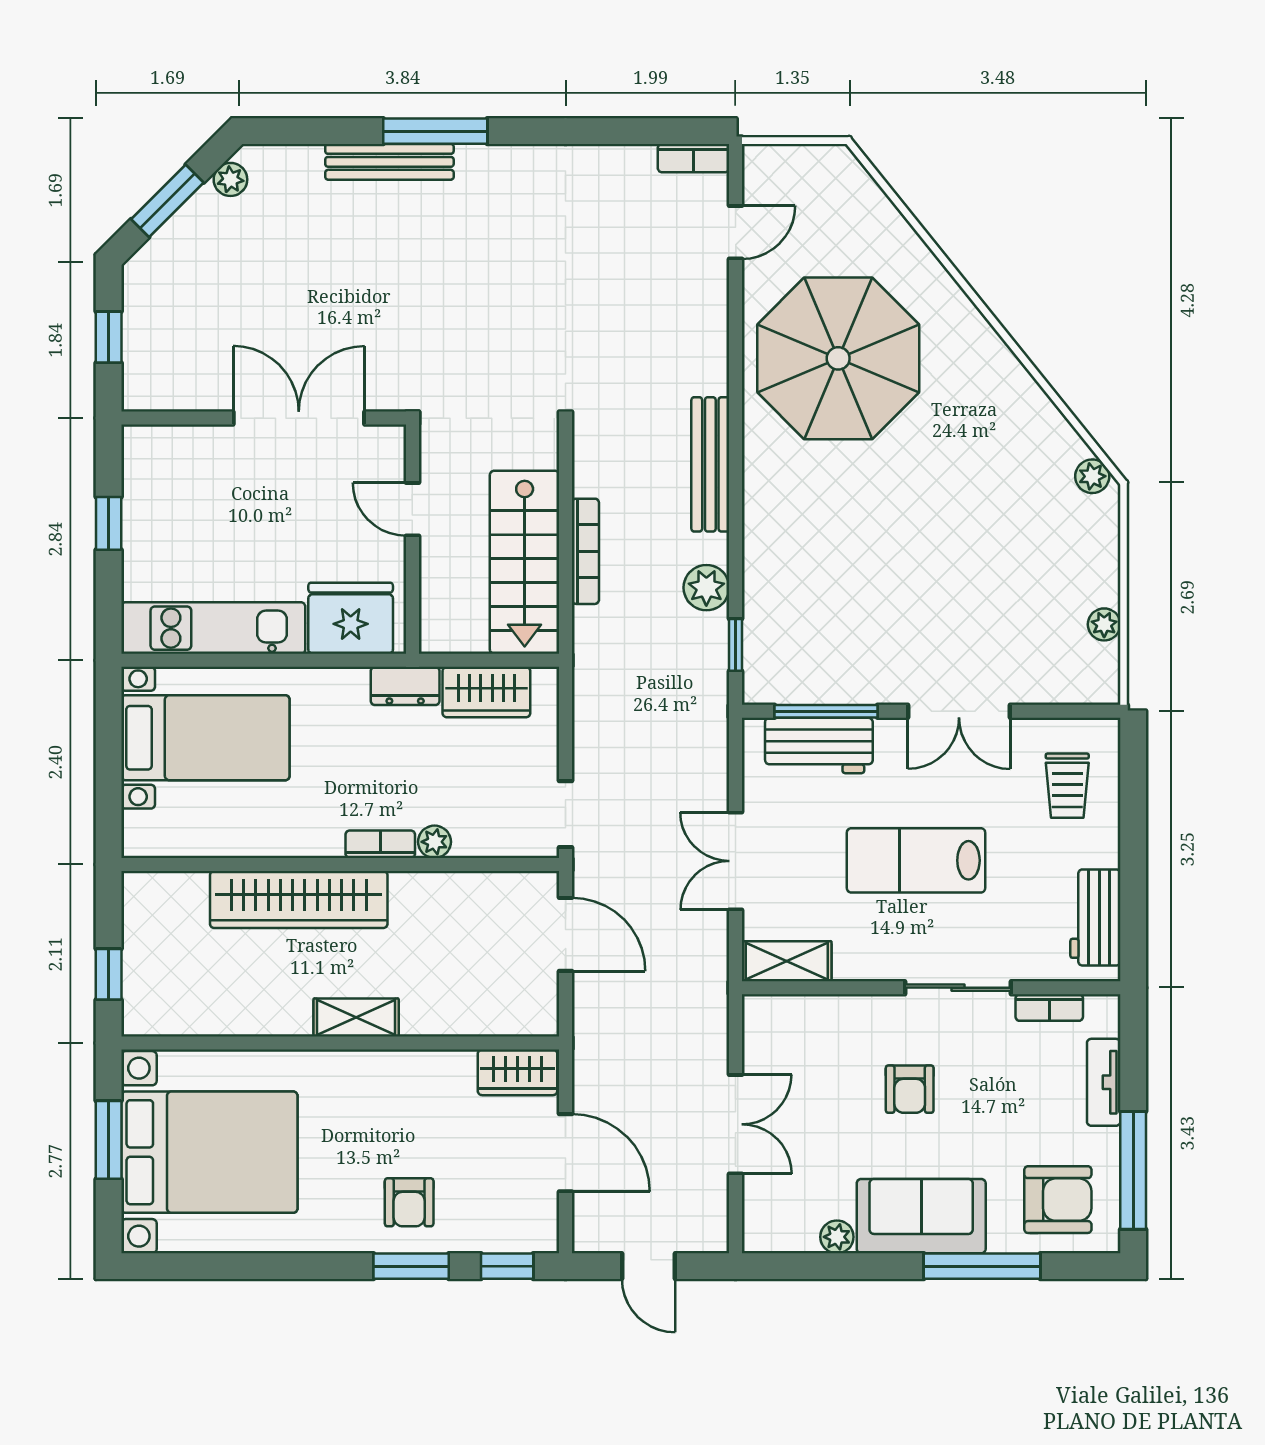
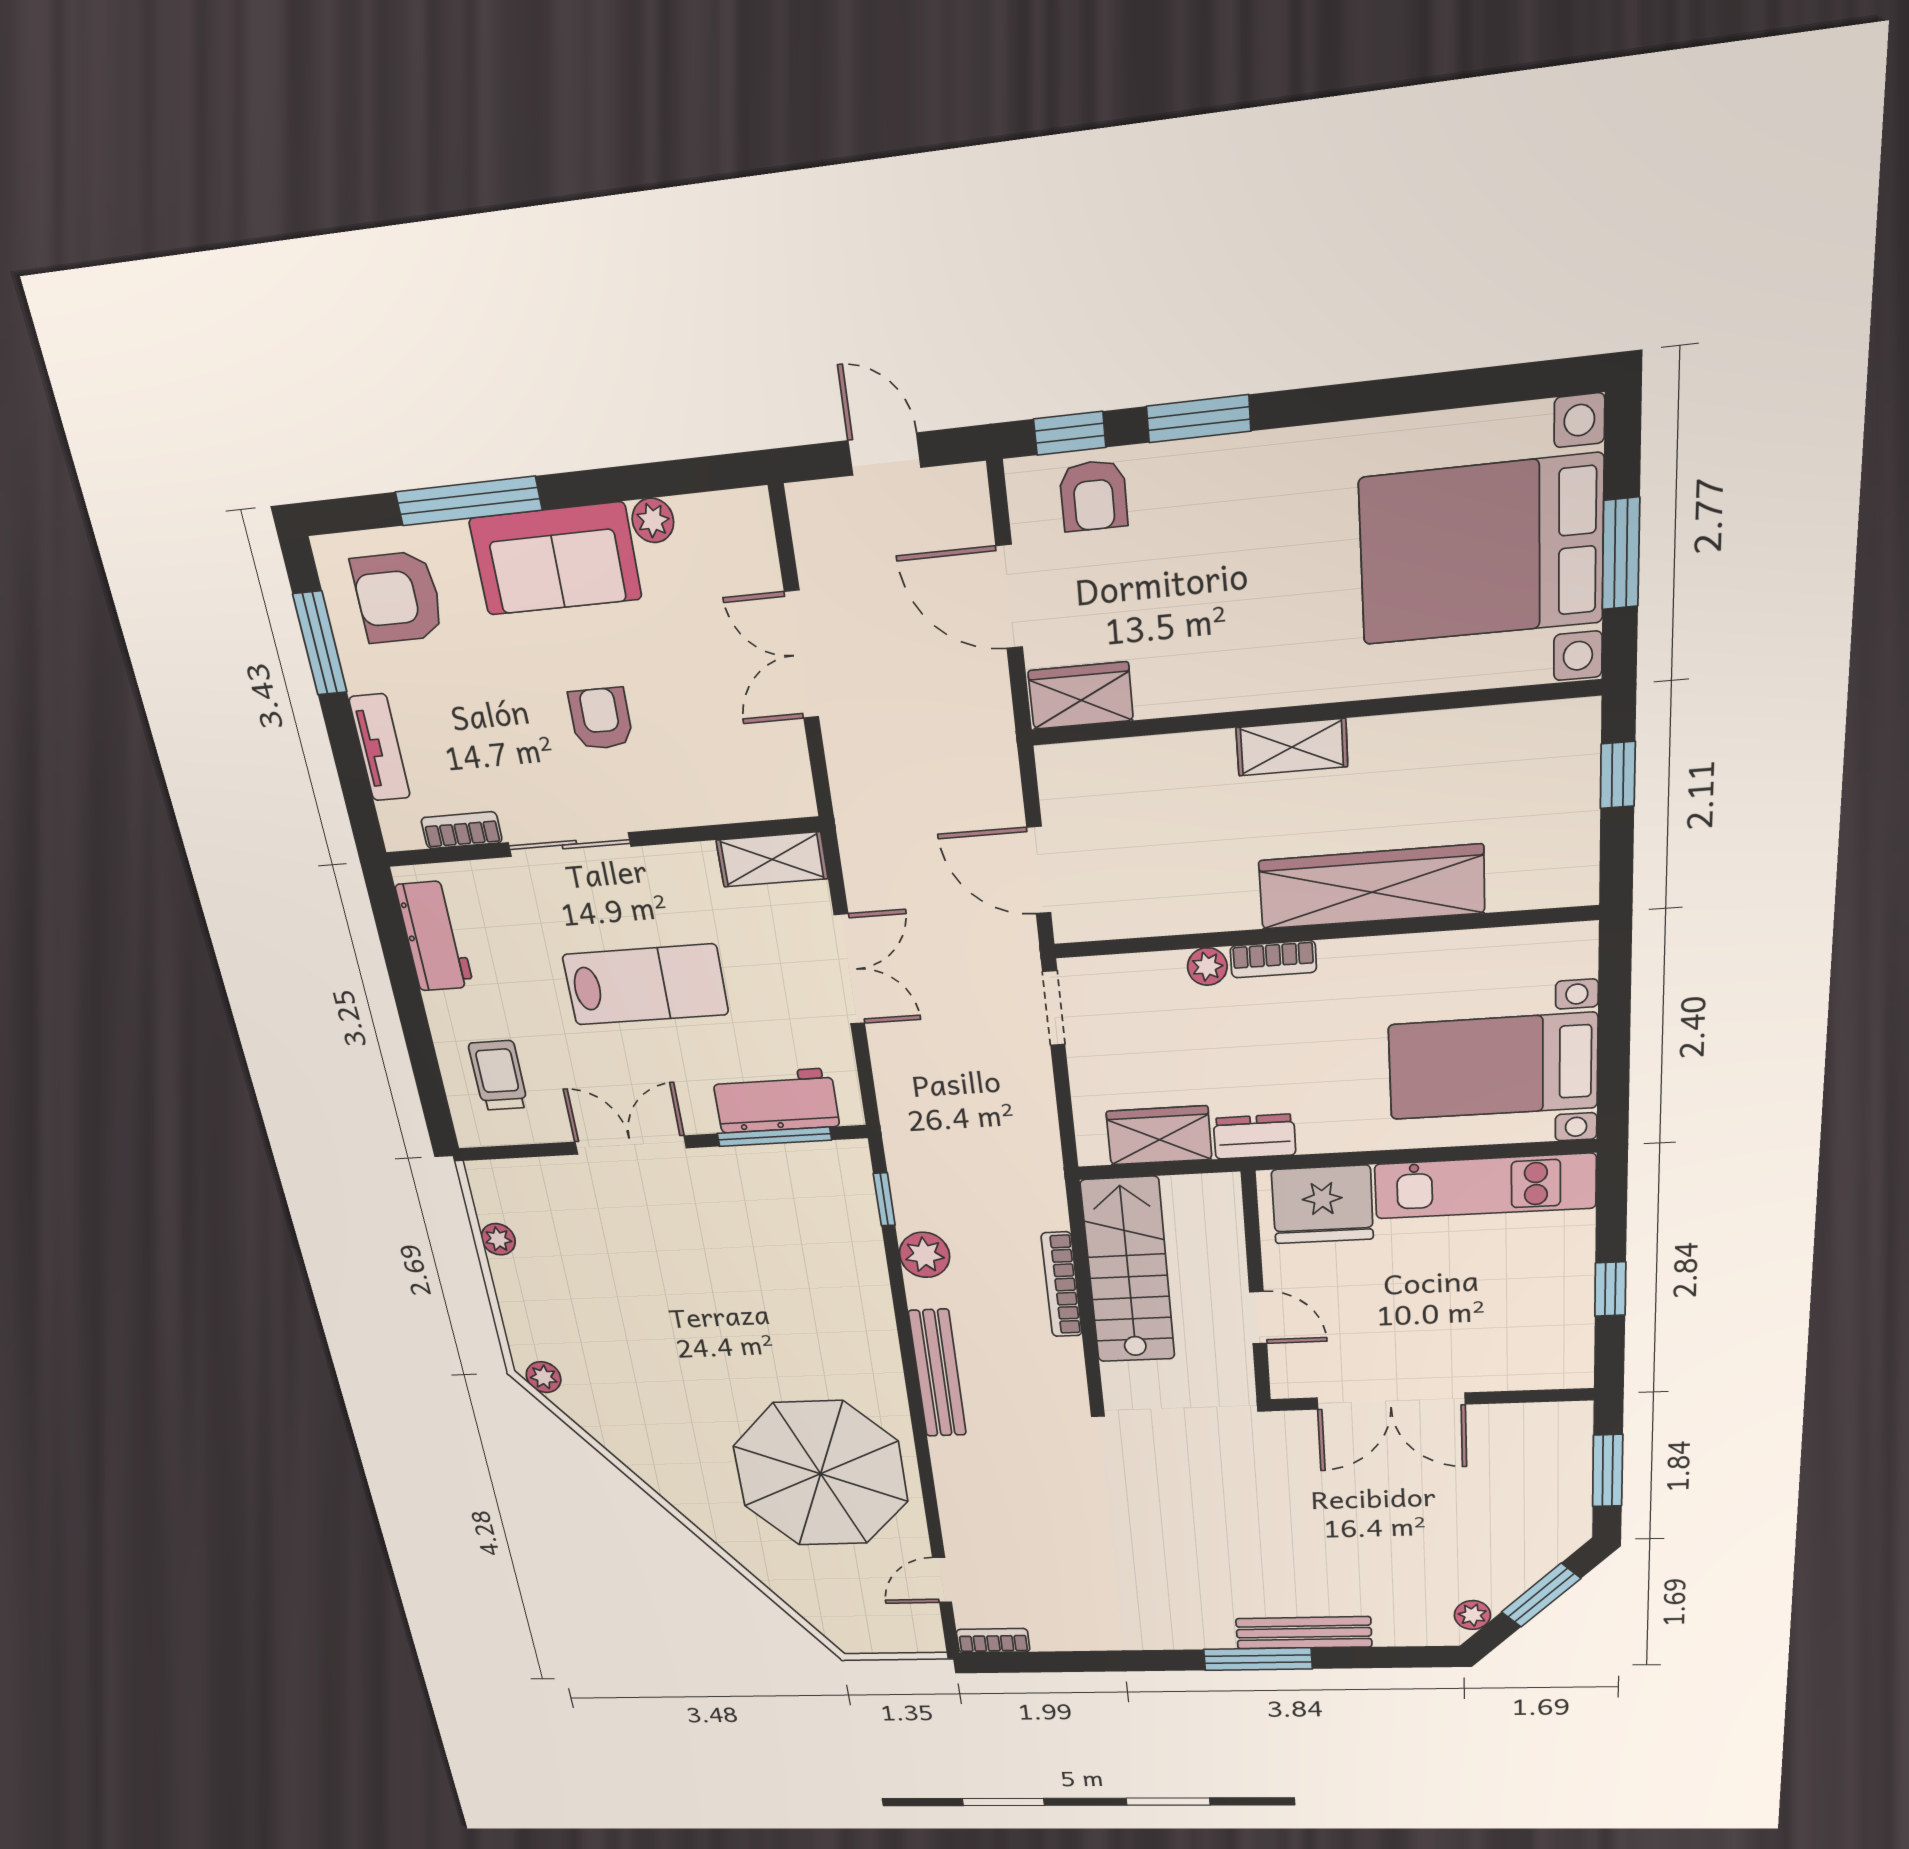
window: (109, 337) -> (1608, 1471), width x1.50
window: (1133, 1170) -> (320, 643), width x0.69
armchair: (409, 1202) -> (1093, 496), moved, turned 180

